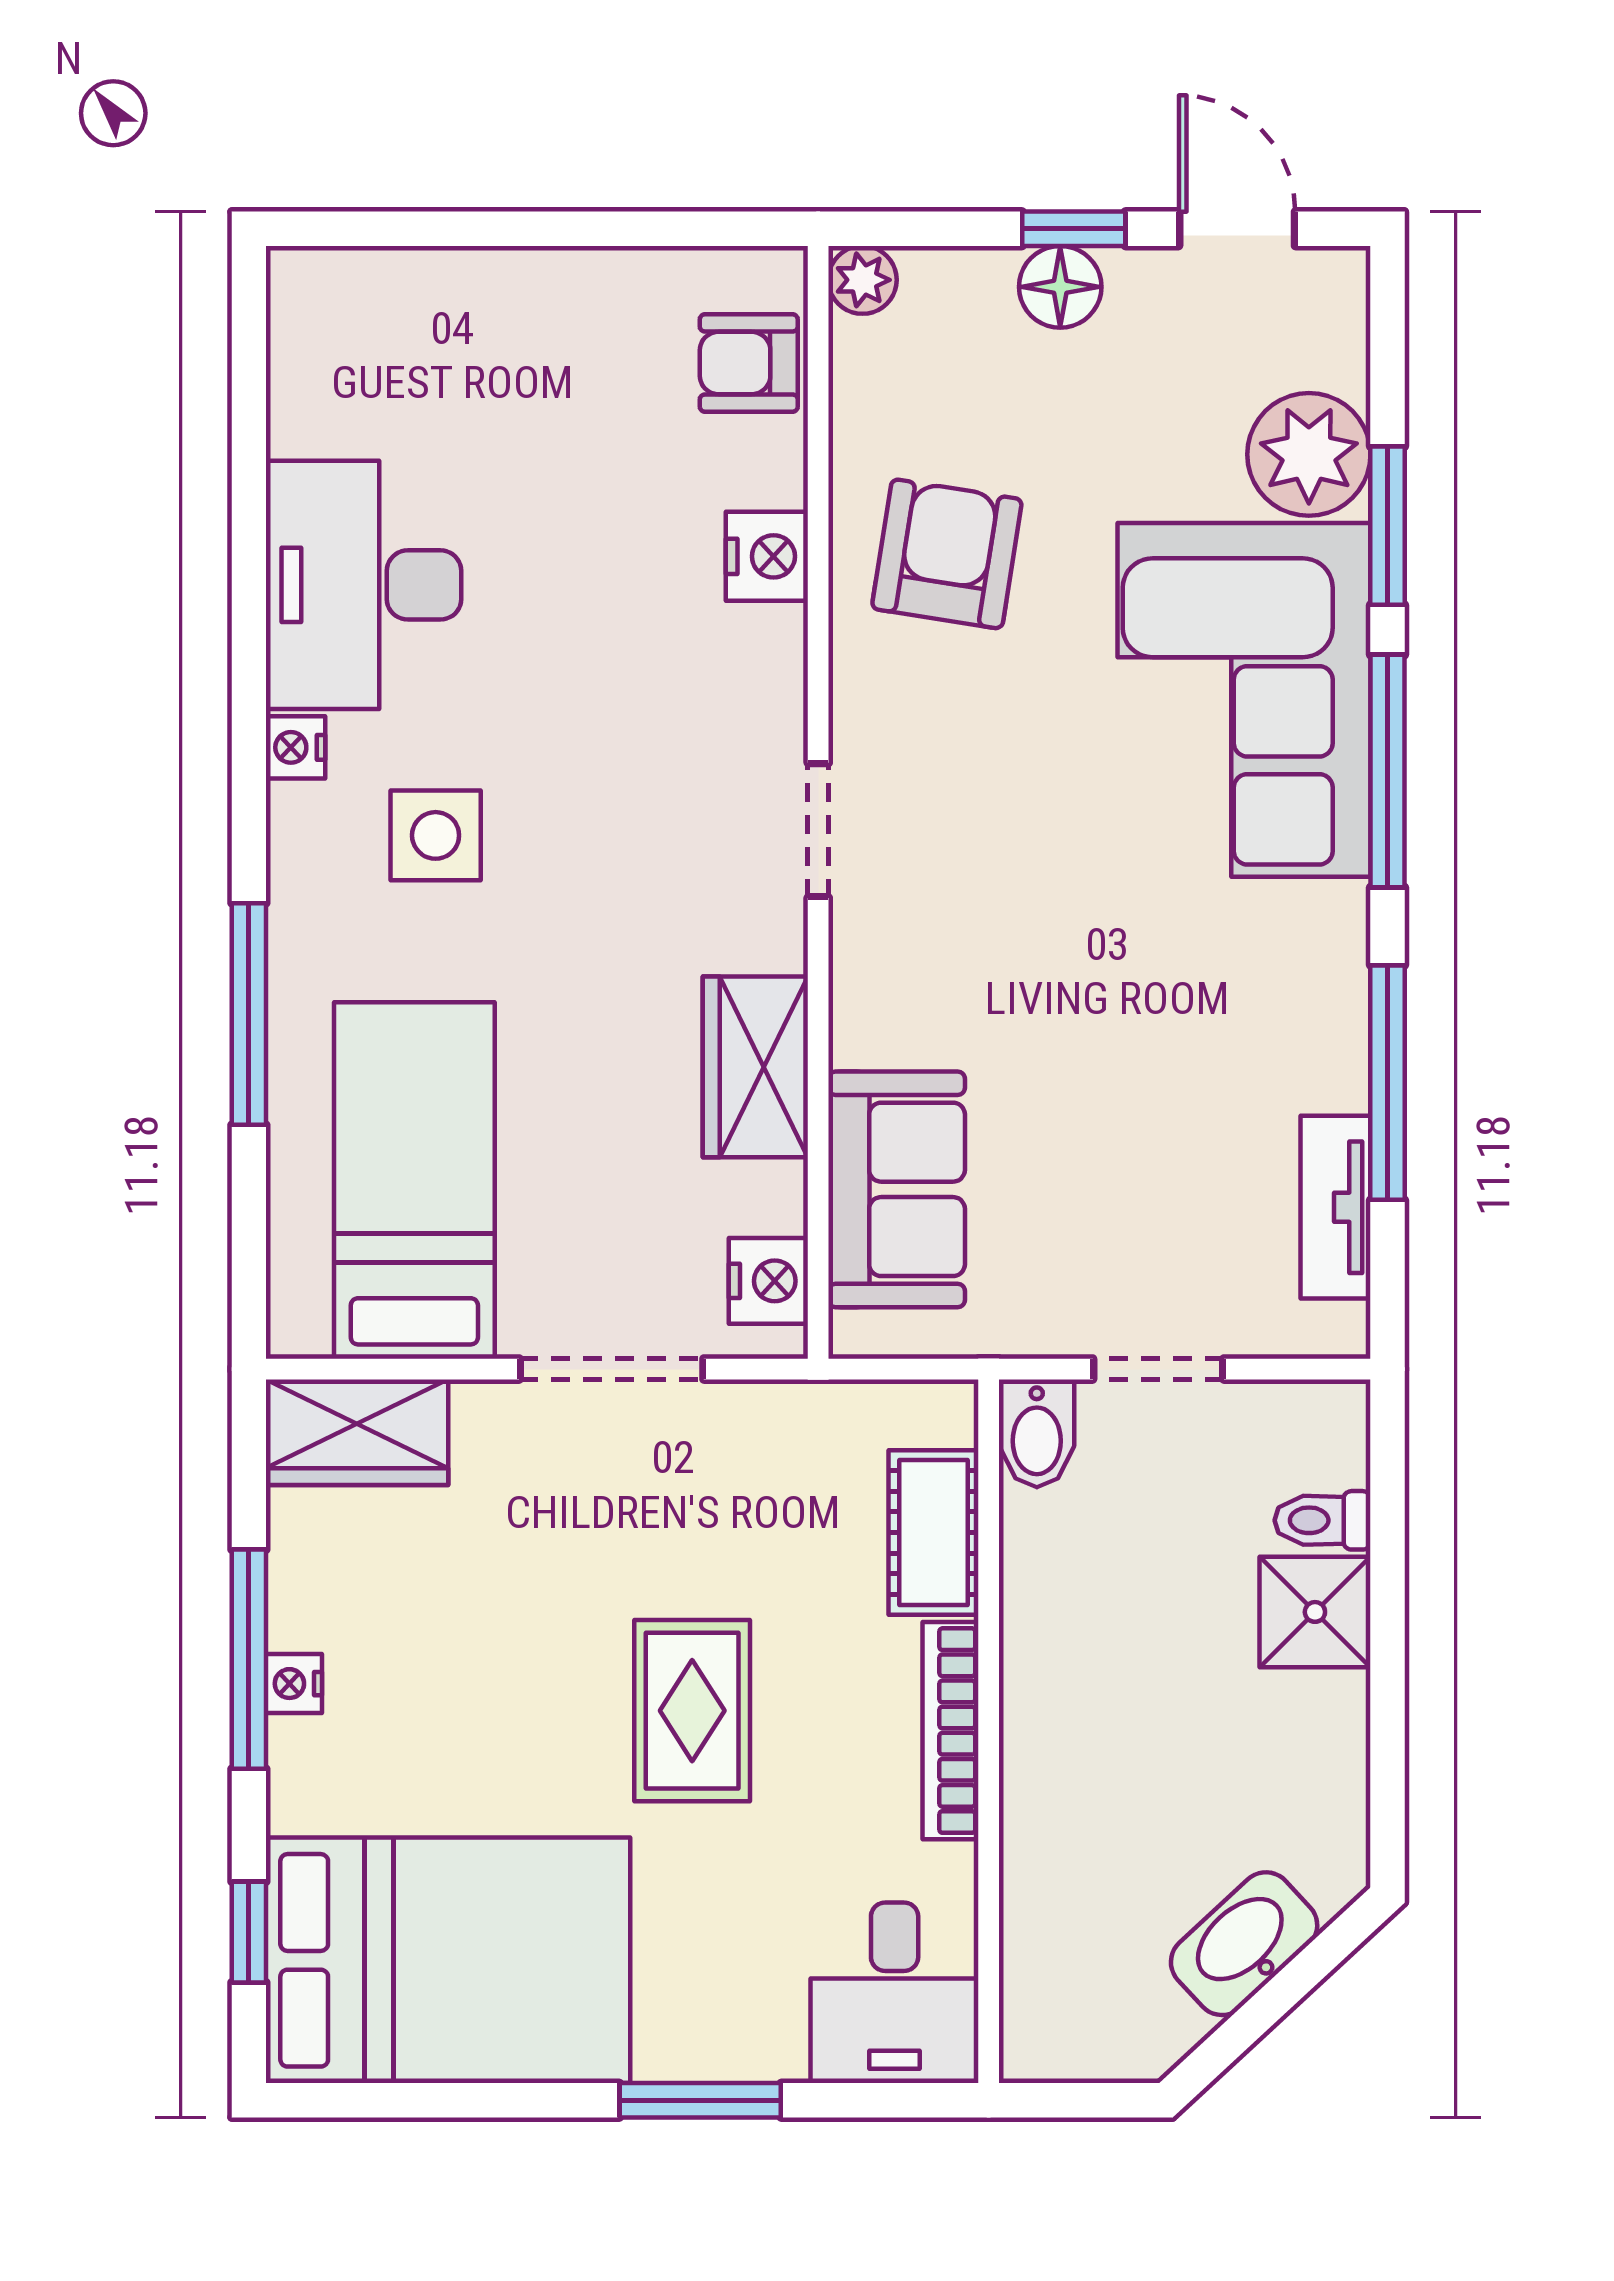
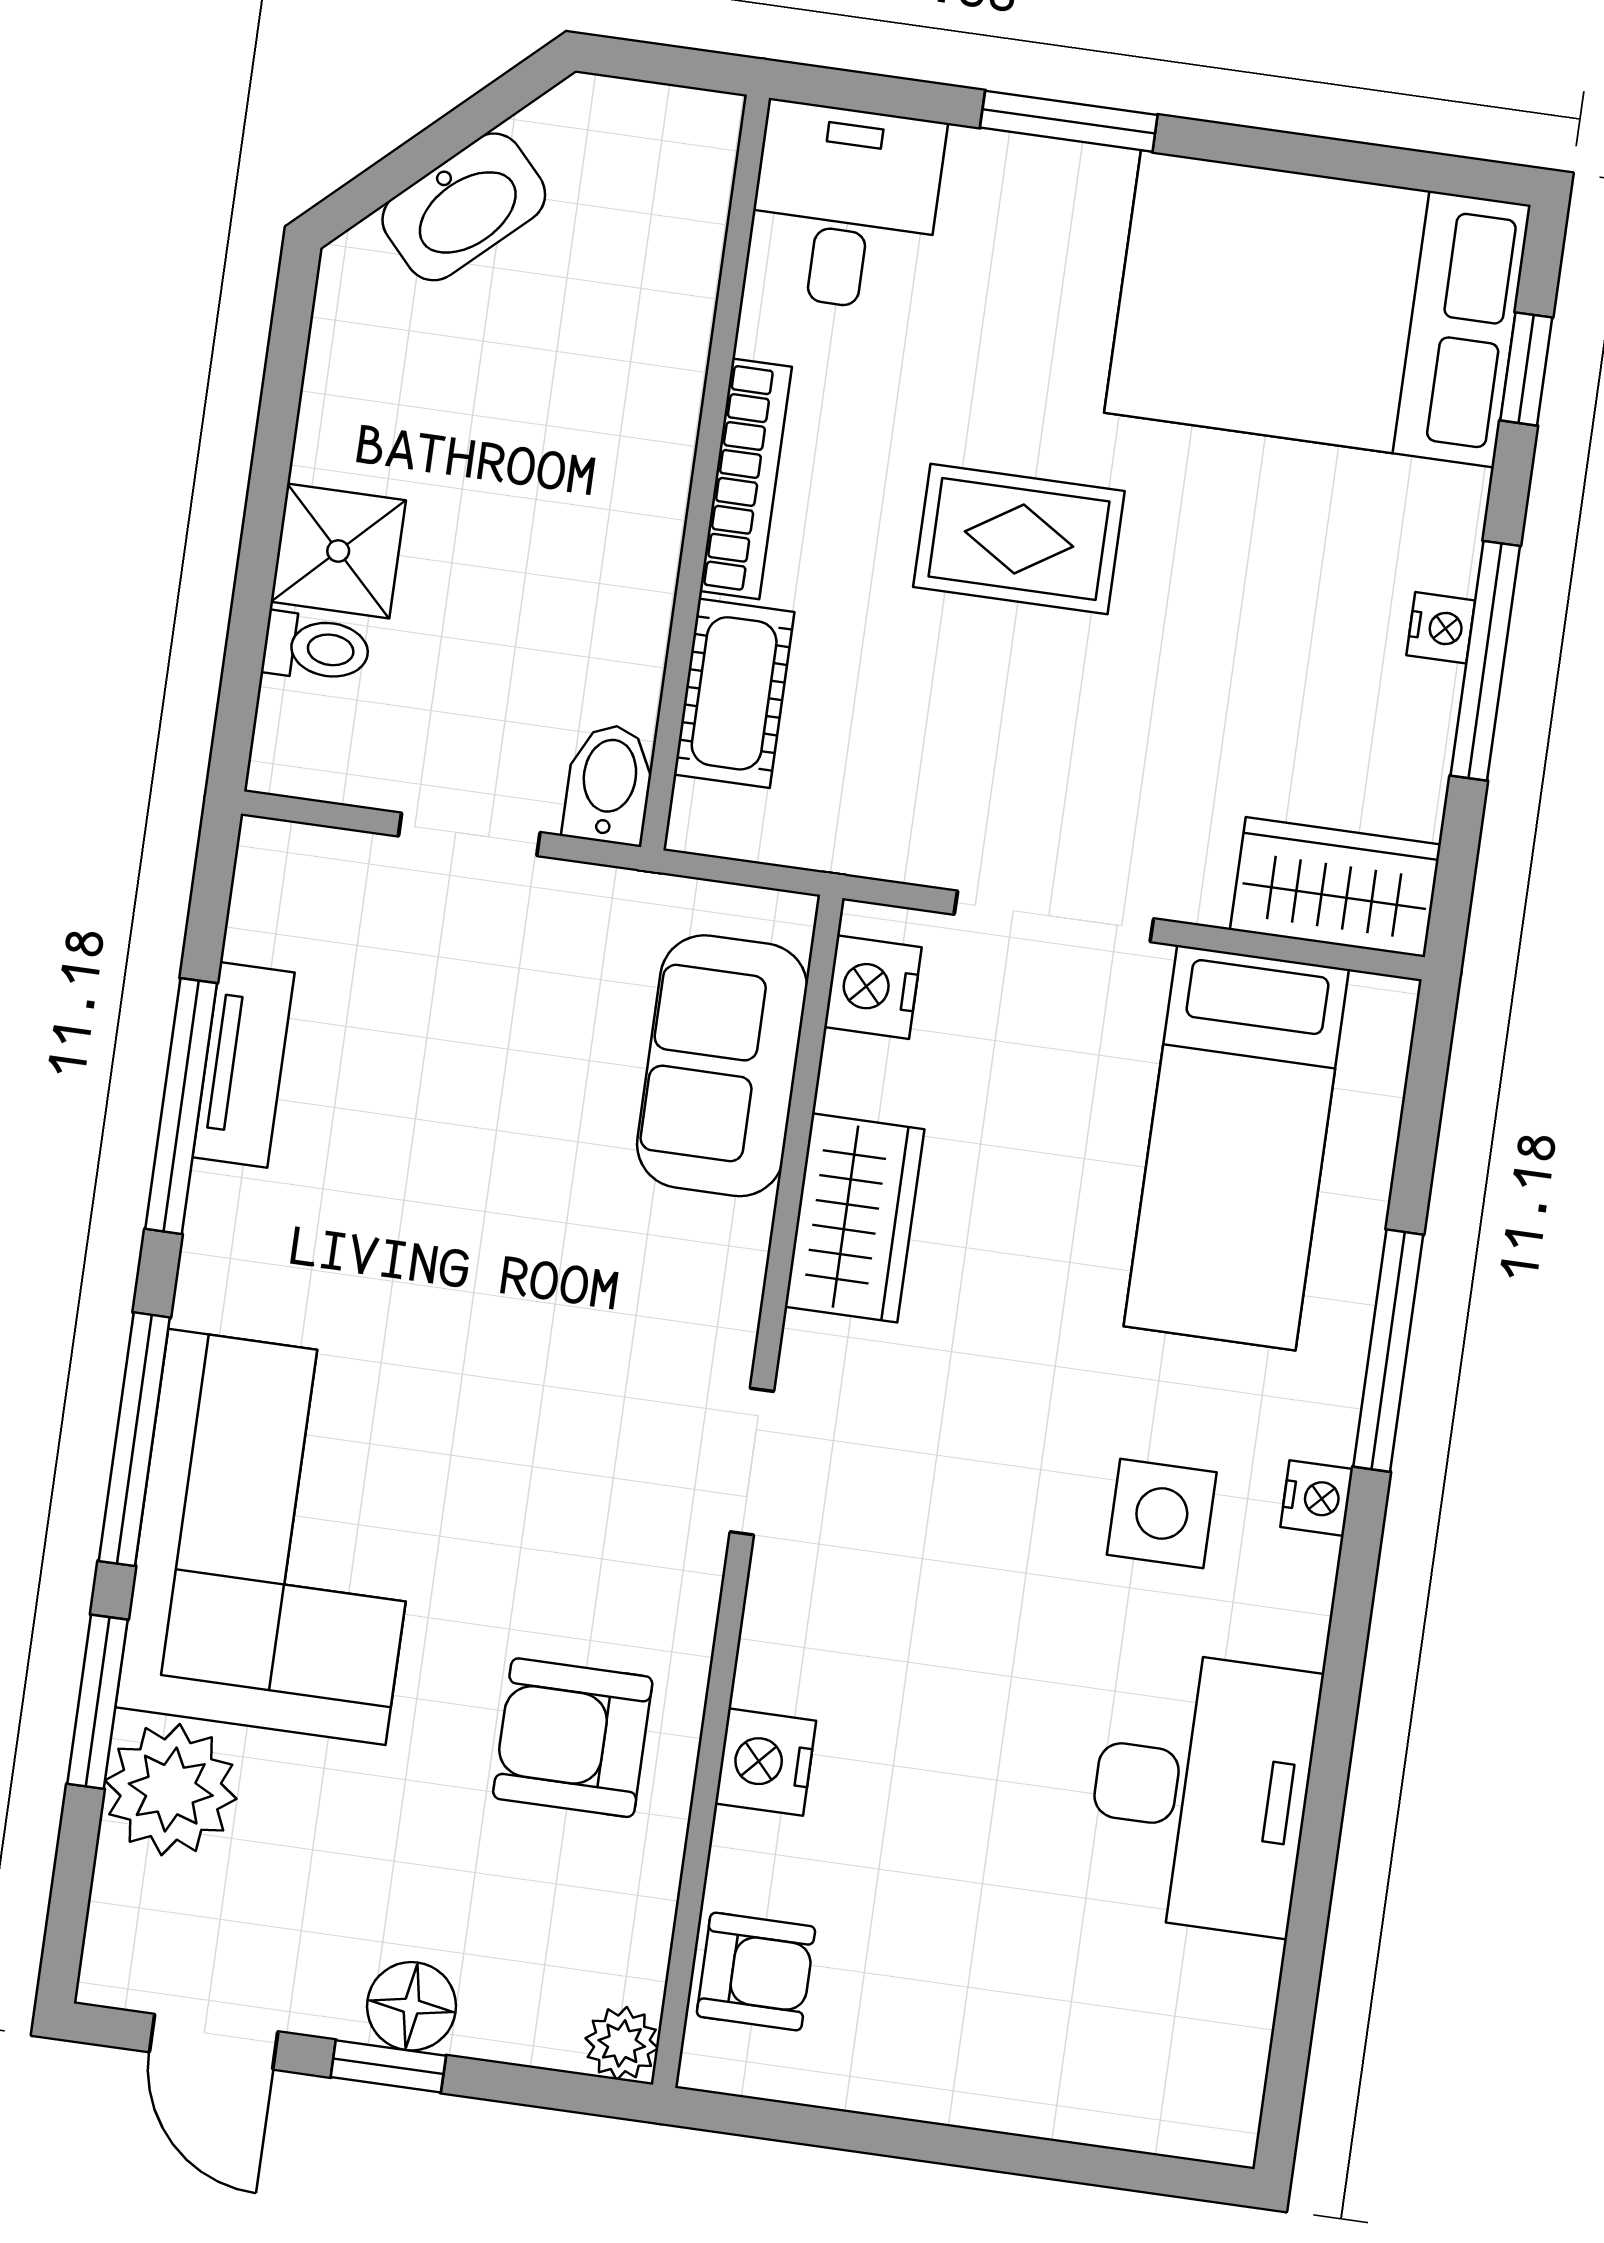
armchair: (947, 554) -> (573, 1738), turned 81
nightstand: (296, 747) -> (1317, 1498), moved
tv unit: (1335, 1207) -> (244, 1065), moved
rug: (692, 1711) -> (1019, 539), turned 90

